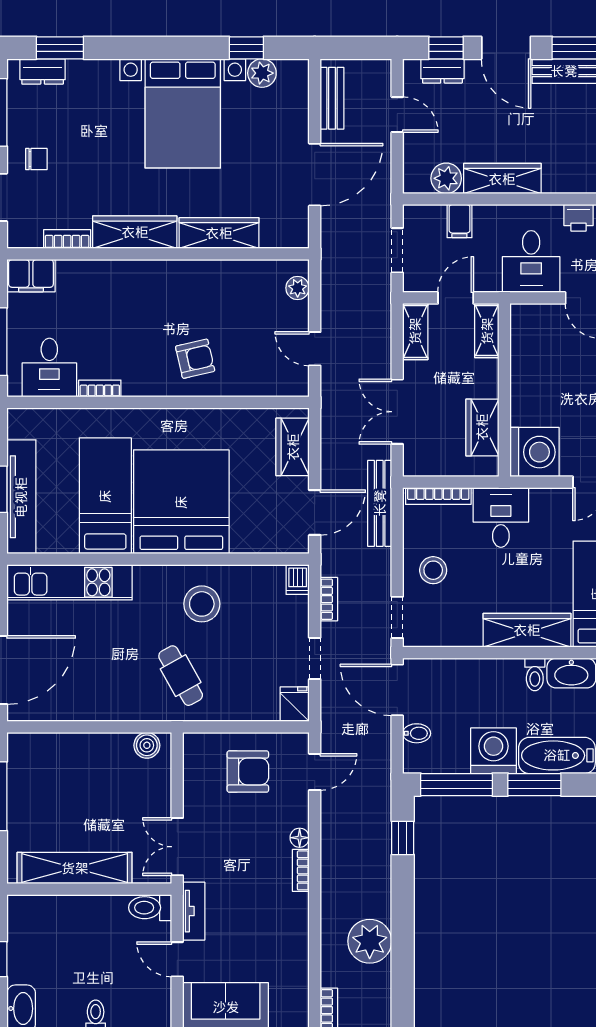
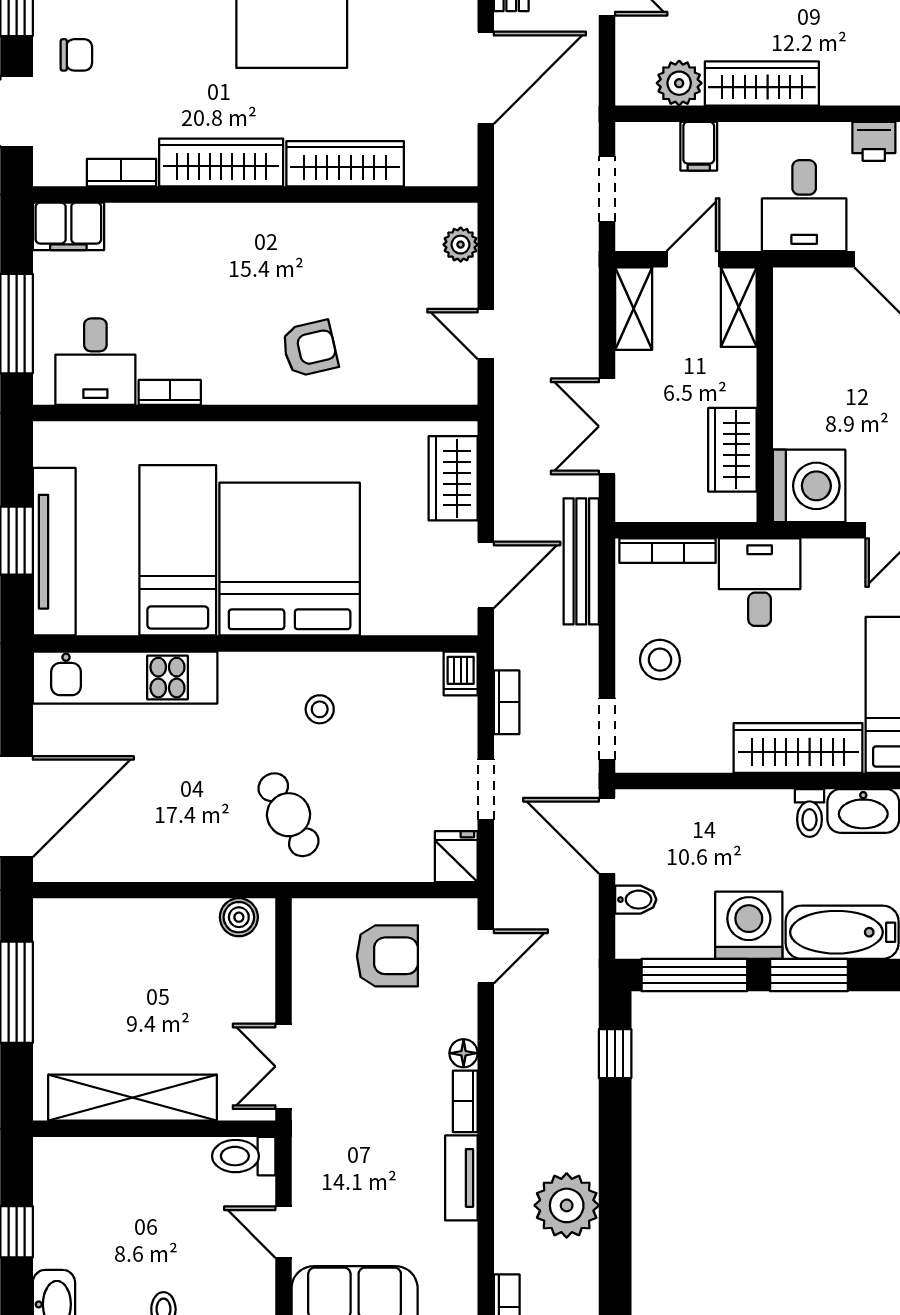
stool: (202, 604) -> (320, 709), width x0.53, depth x0.53
tv unit: (194, 911) -> (461, 1178), moved, turned 180

